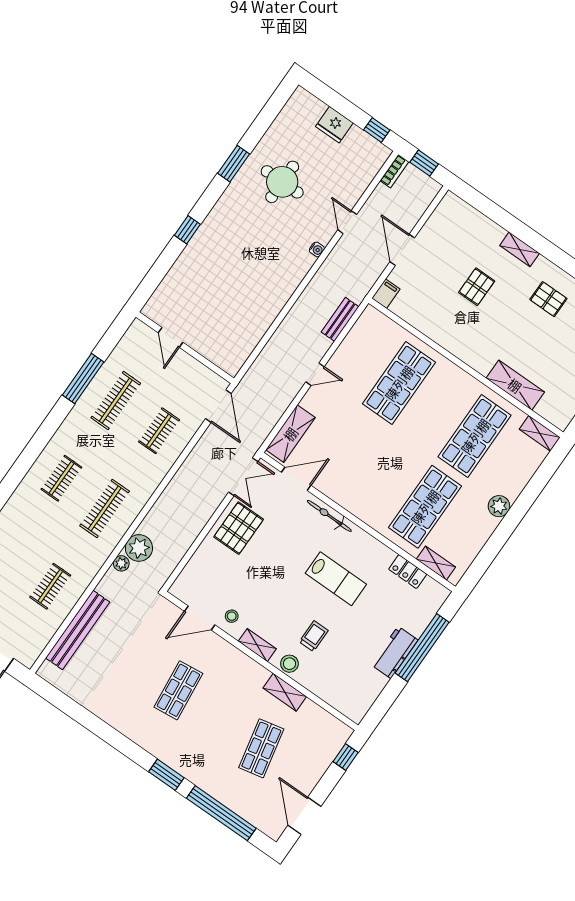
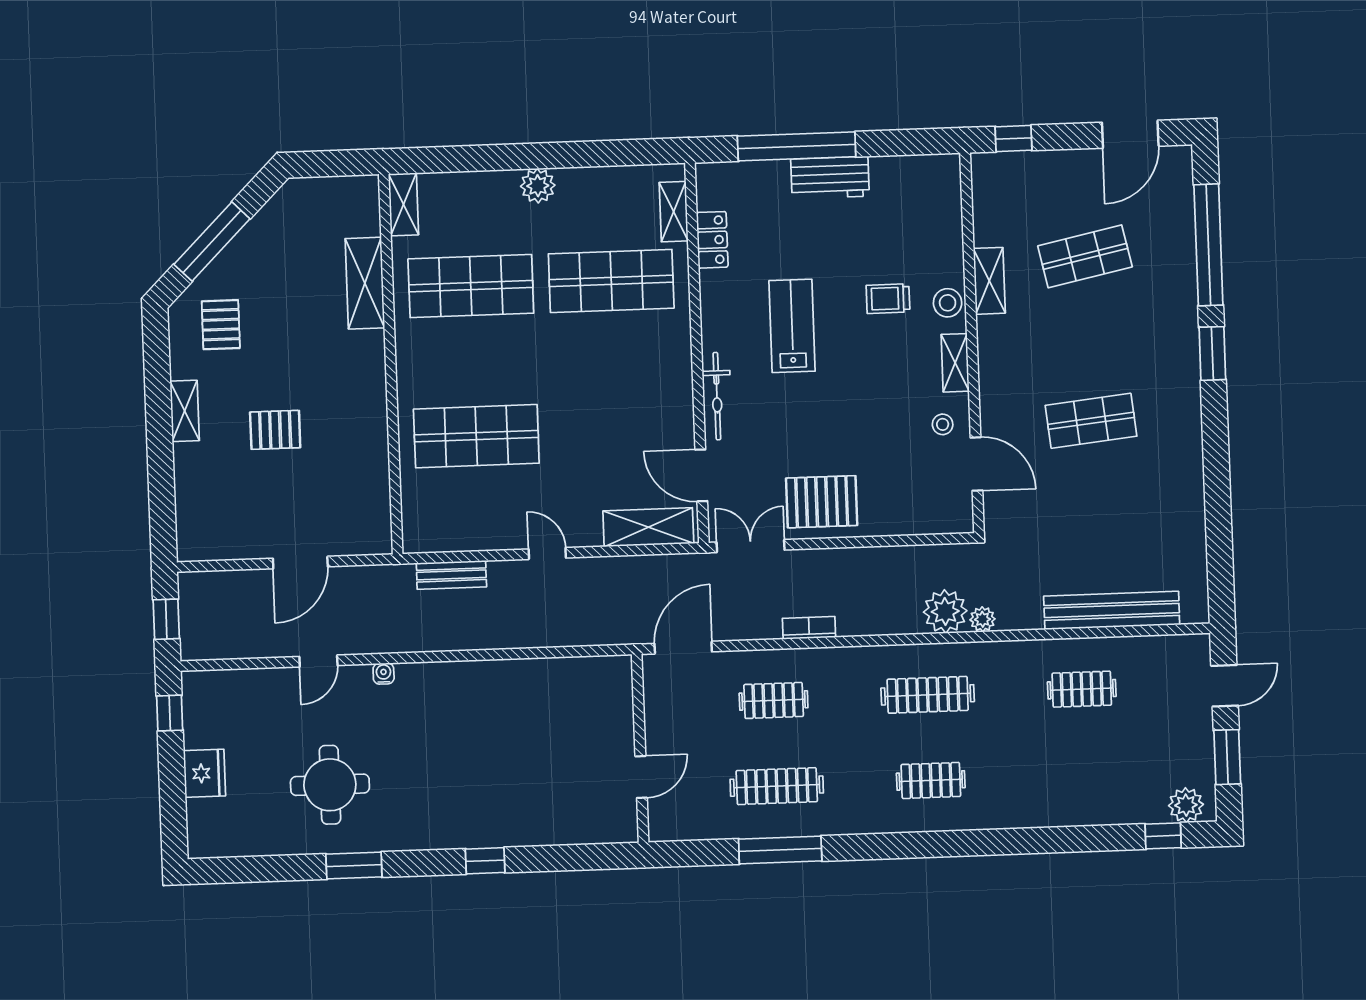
bookcase: (394, 171) -> (809, 628), moved
filing cabinet: (386, 294) -> (373, 541), removed

